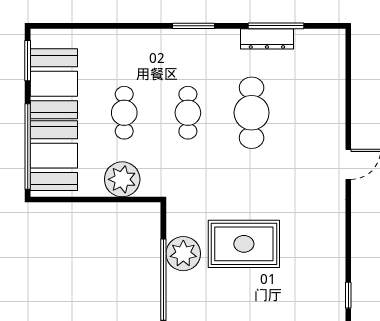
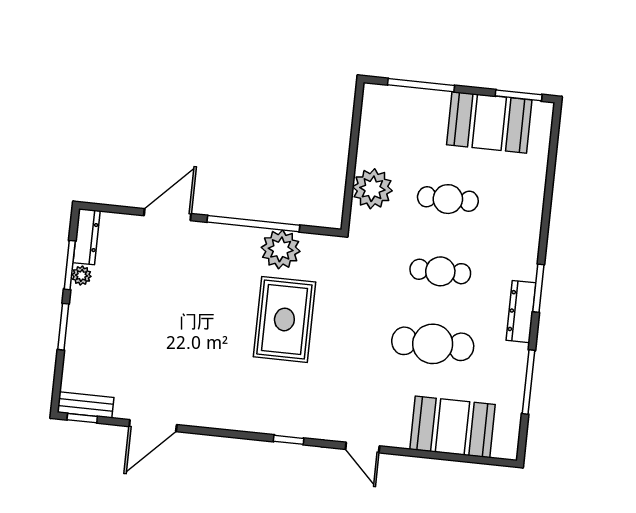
dresser: (267, 39) -> (521, 312), moved
window: (28, 146) -> (421, 85), width x0.68
booth: (54, 156) -> (452, 427), moved
window: (348, 295) -> (289, 440), moved

